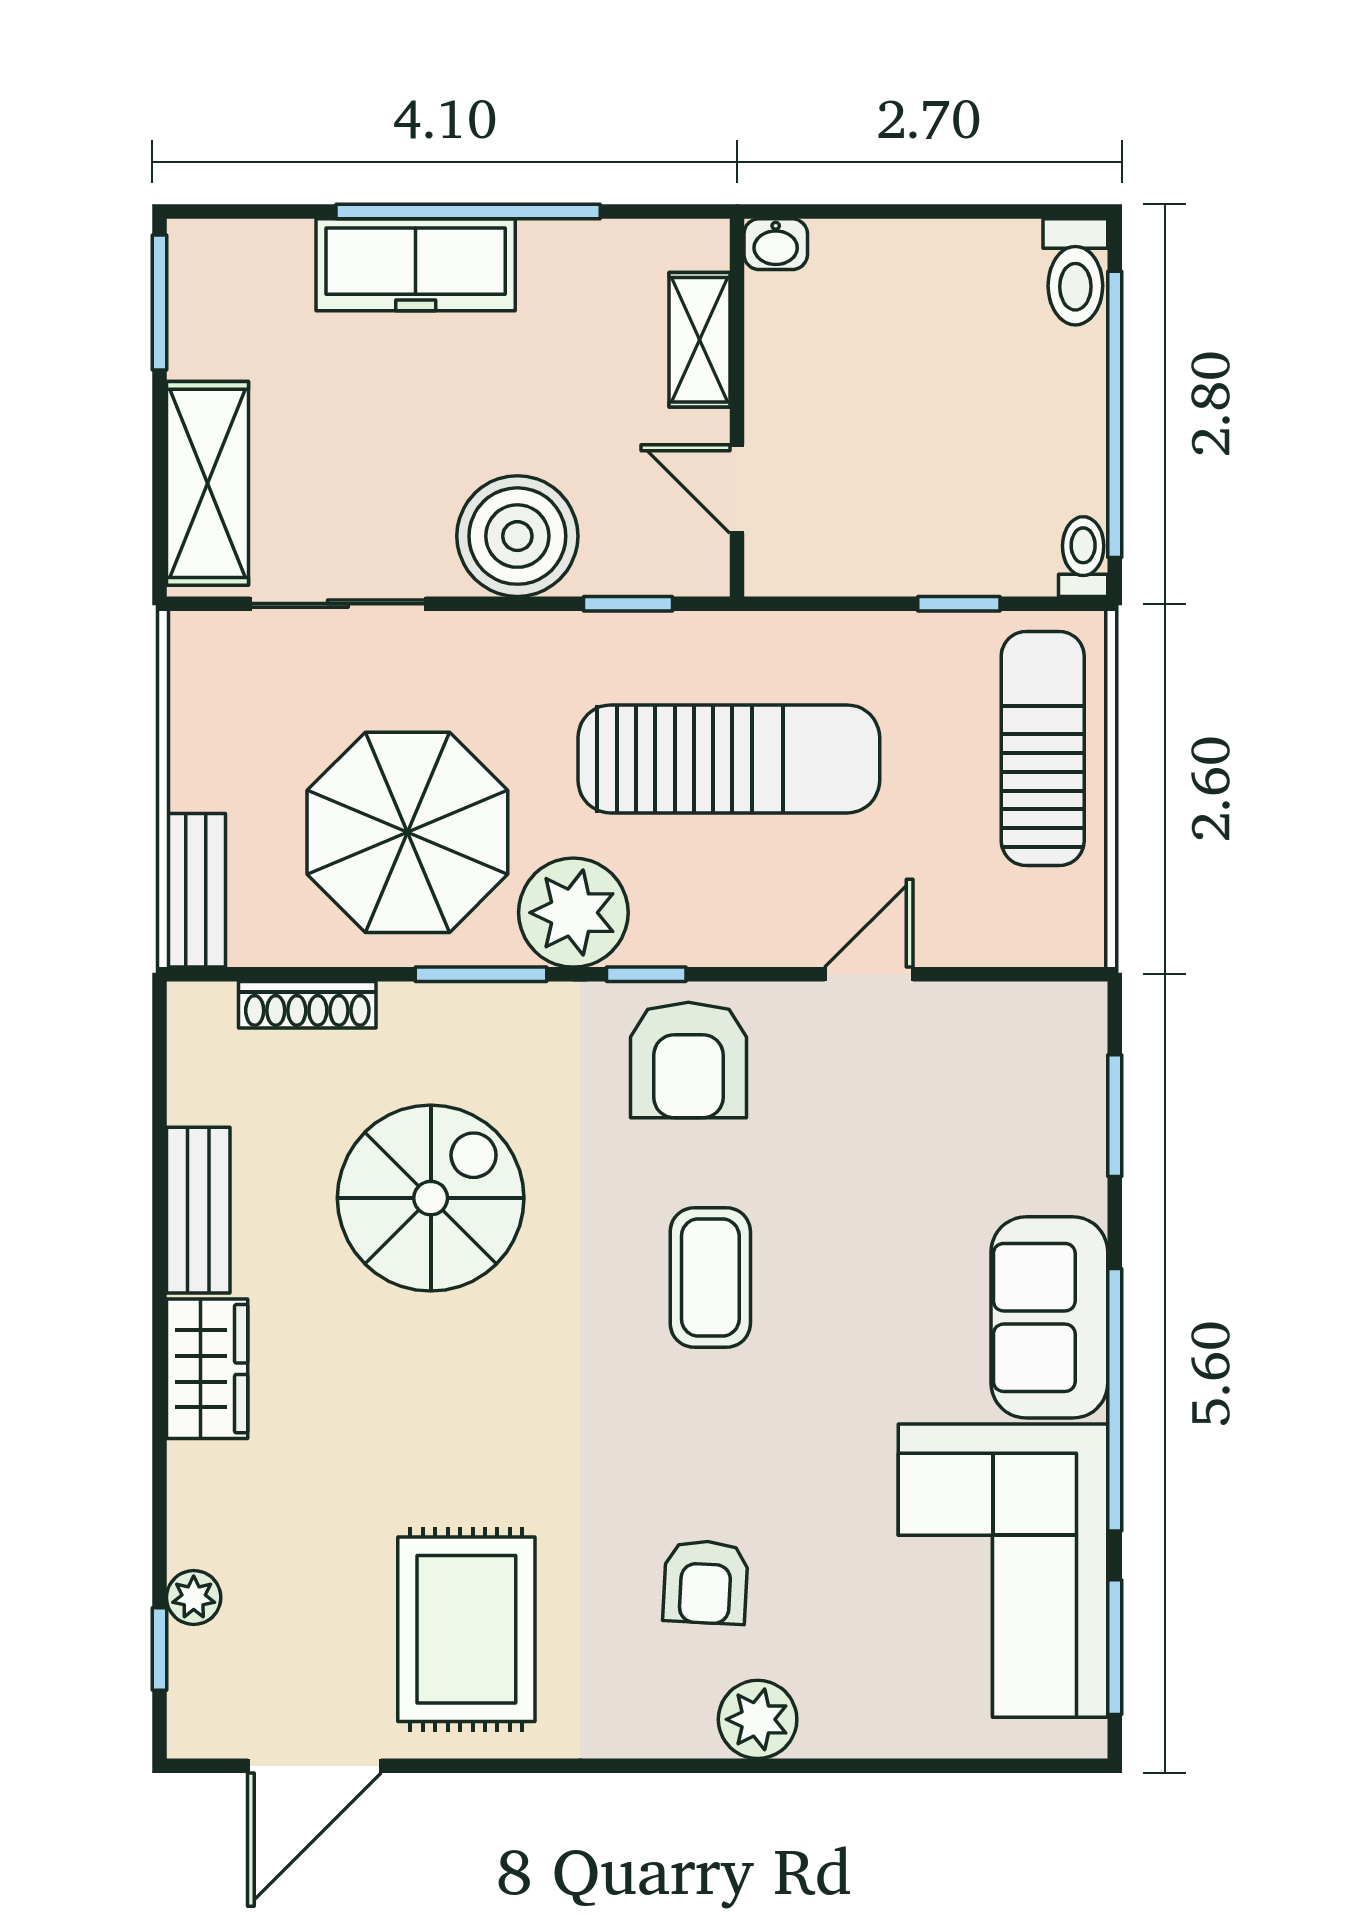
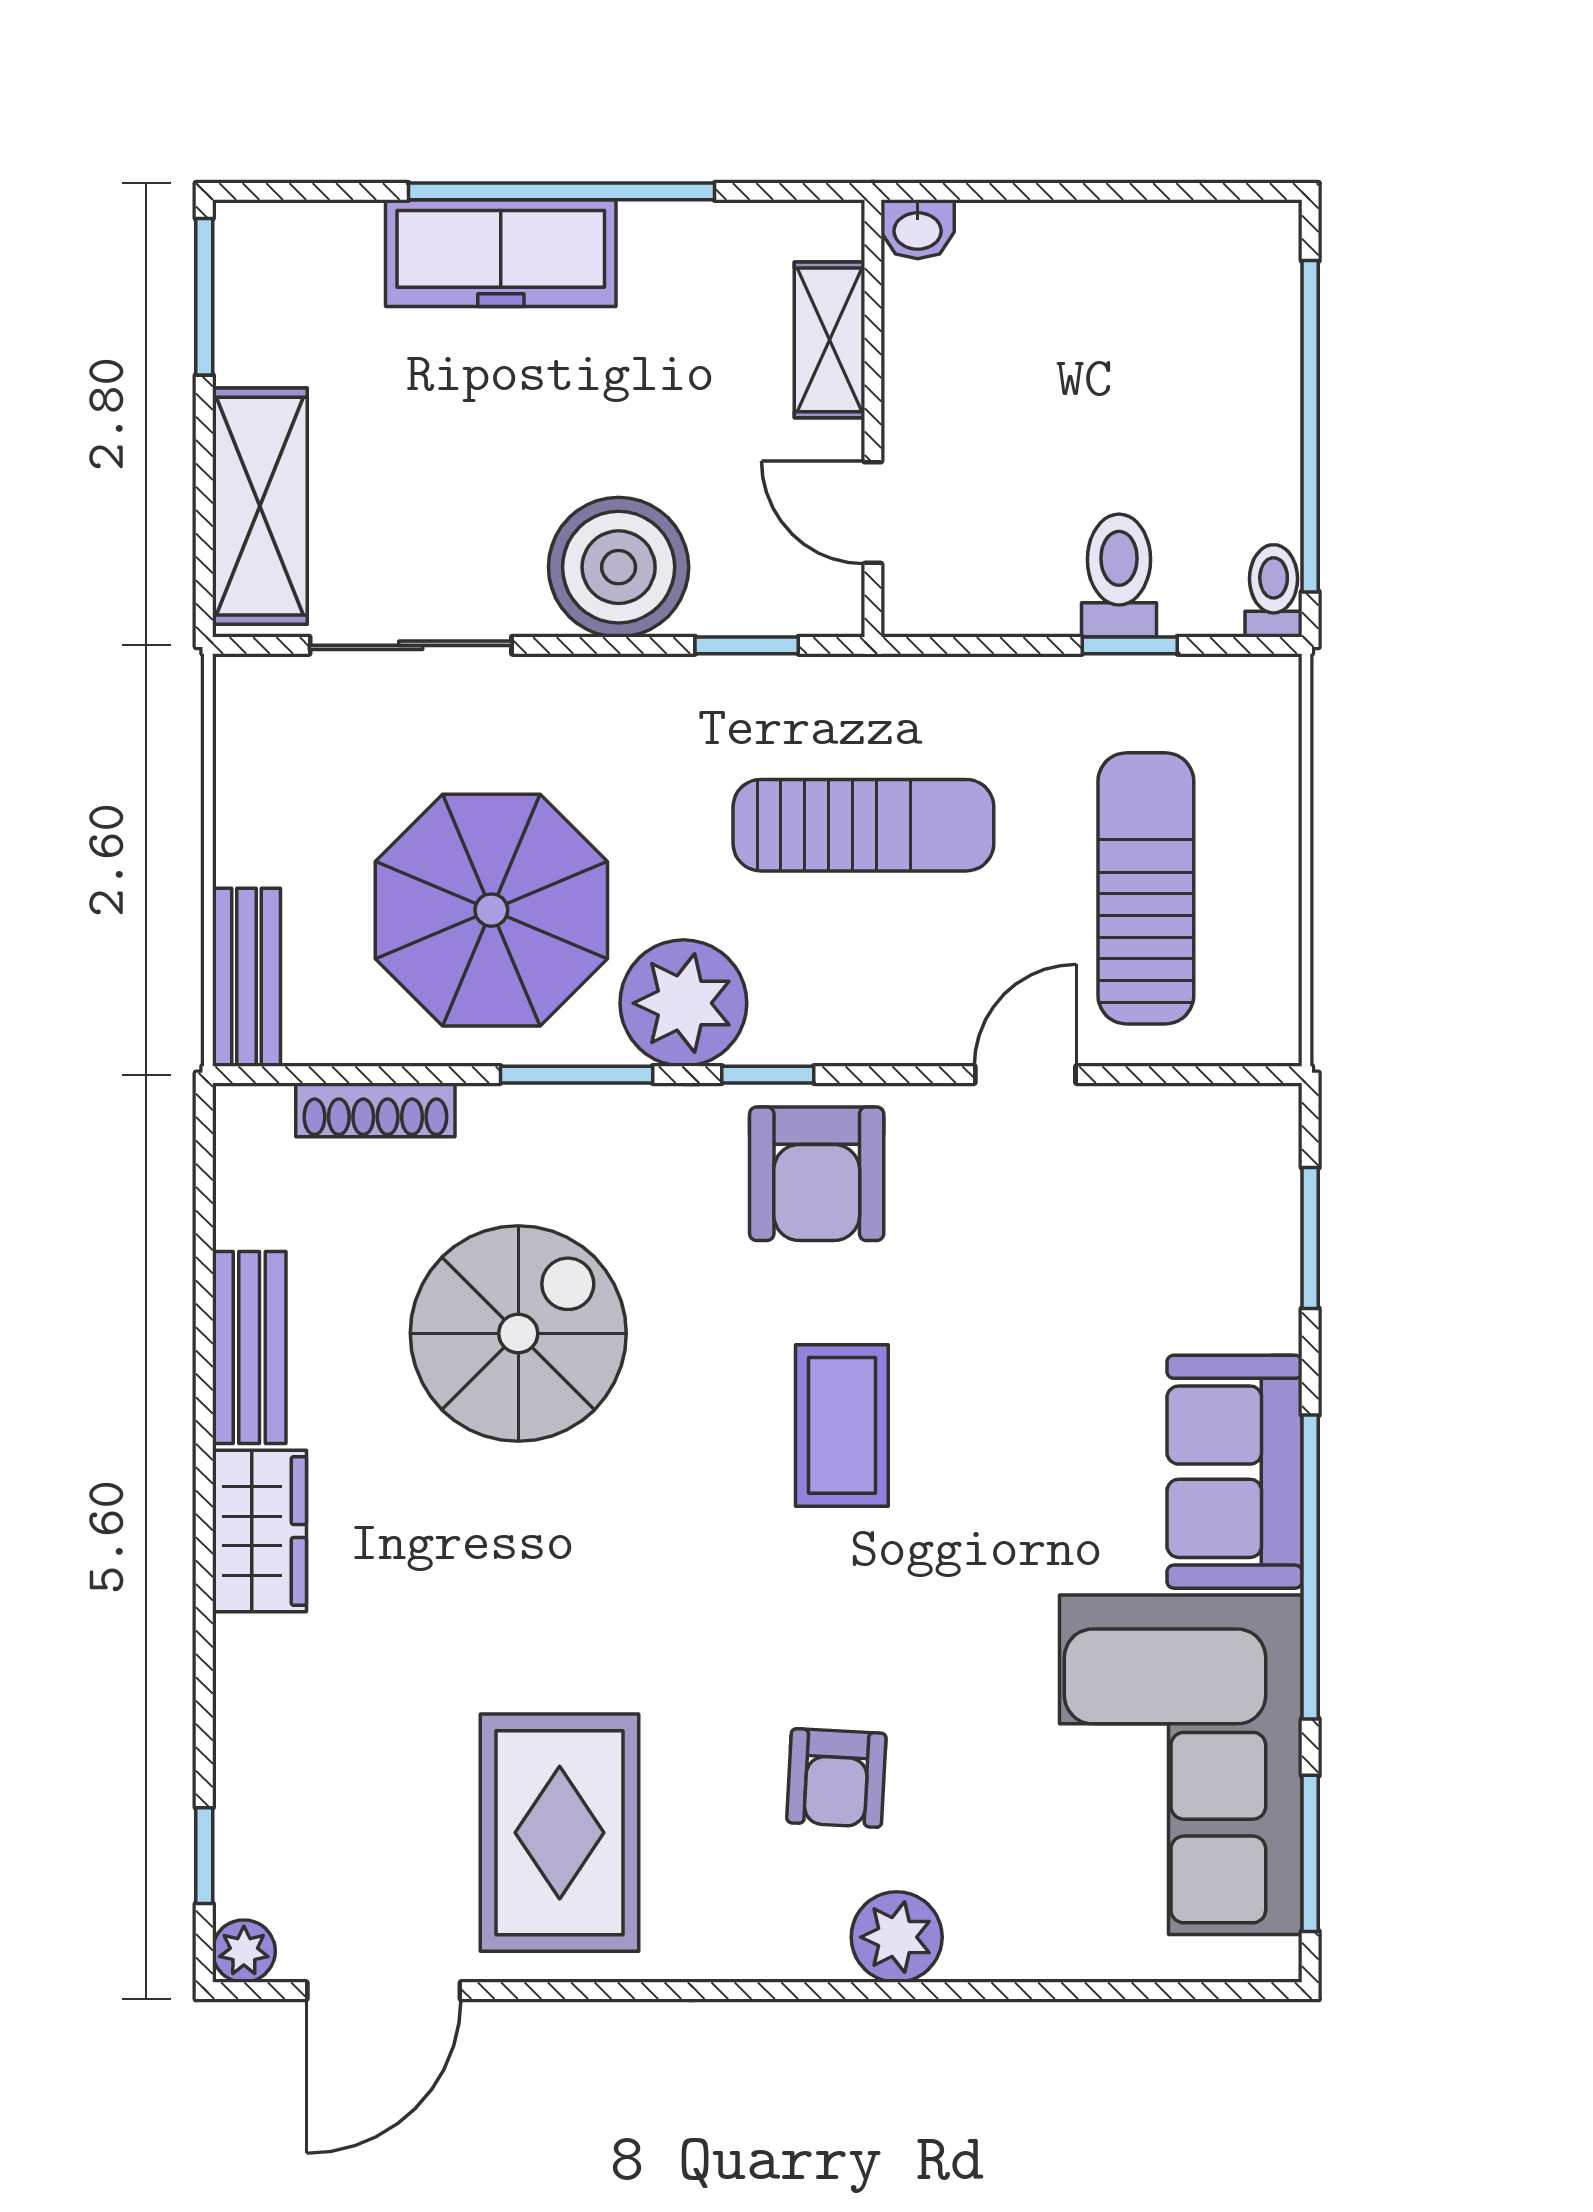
toilet: (1075, 272) -> (1119, 576), moved, turned 180
sun lounger: (1043, 749) -> (1146, 888), moved
sun lounger: (729, 759) -> (863, 825), width x0.73, depth x0.75
plant: (194, 1597) -> (244, 1951), moved

